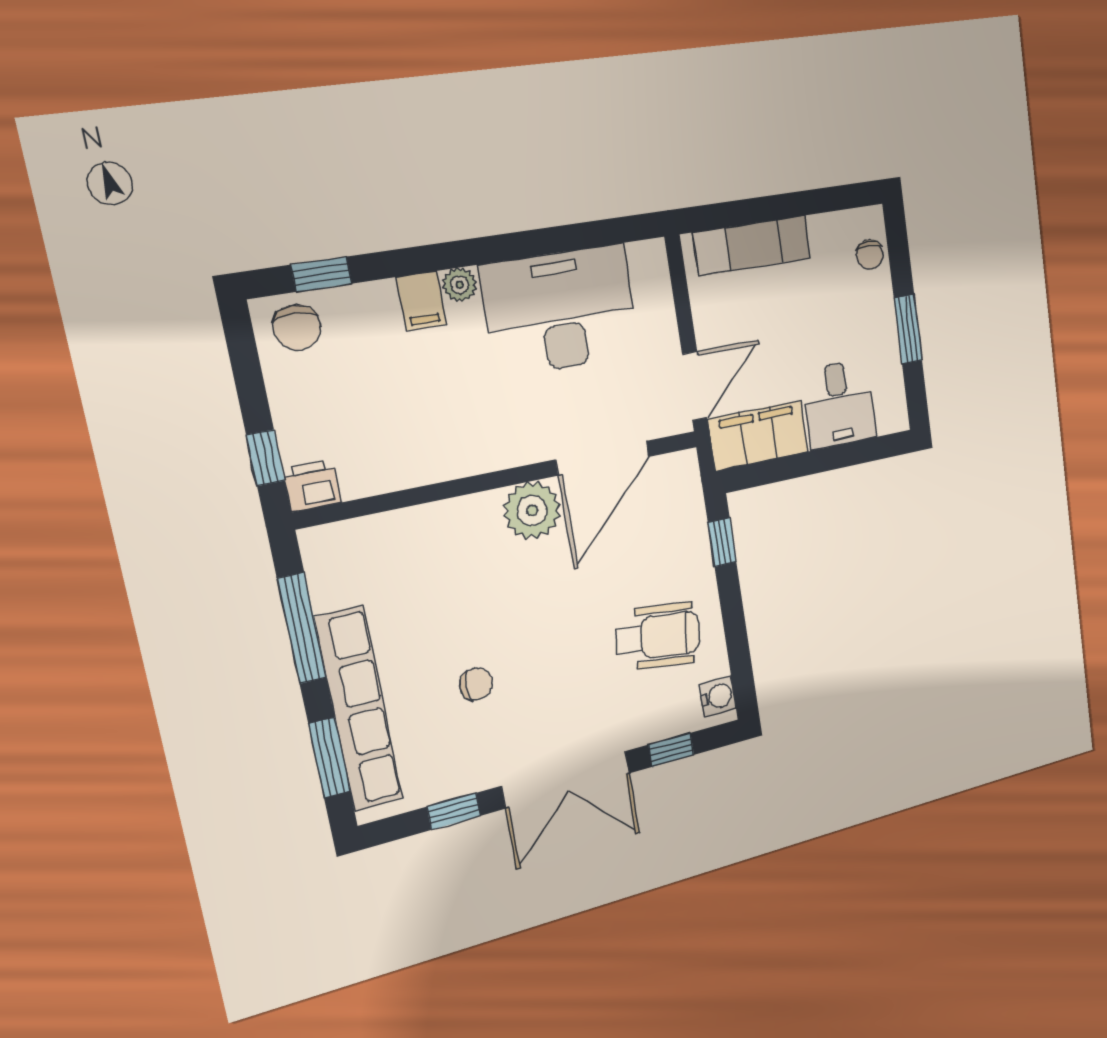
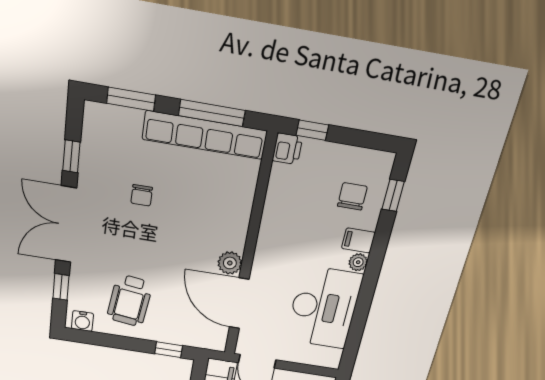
chair: (297, 327) -> (352, 196), moved, turned 90
plant: (532, 510) -> (230, 263), width x0.73, depth x0.73
row of seats: (359, 709) -> (205, 135), moved

